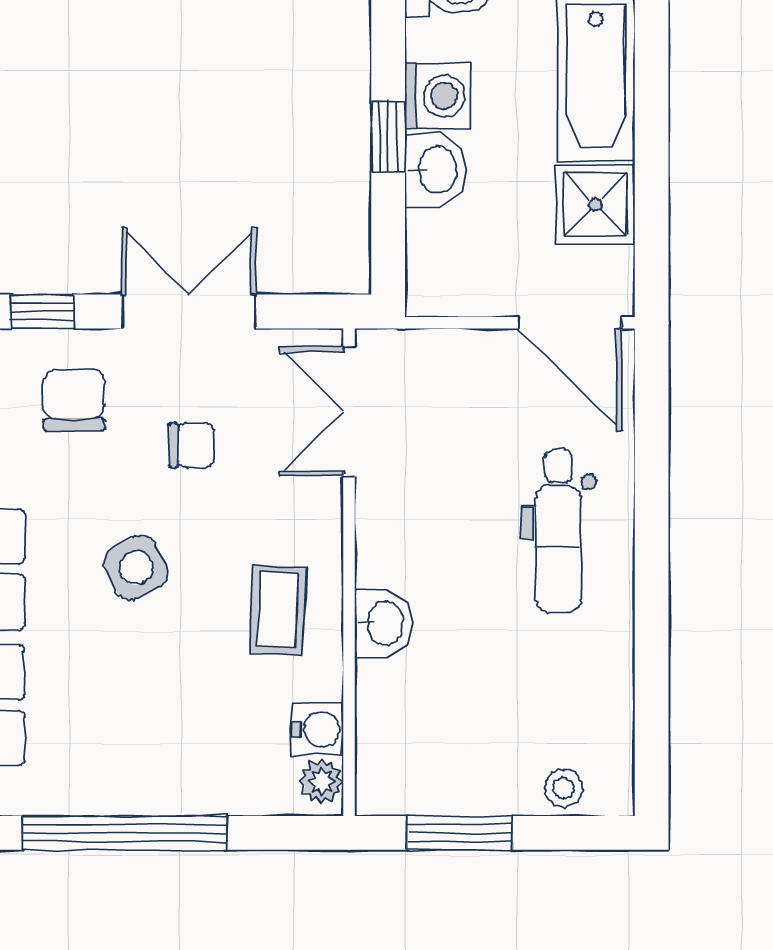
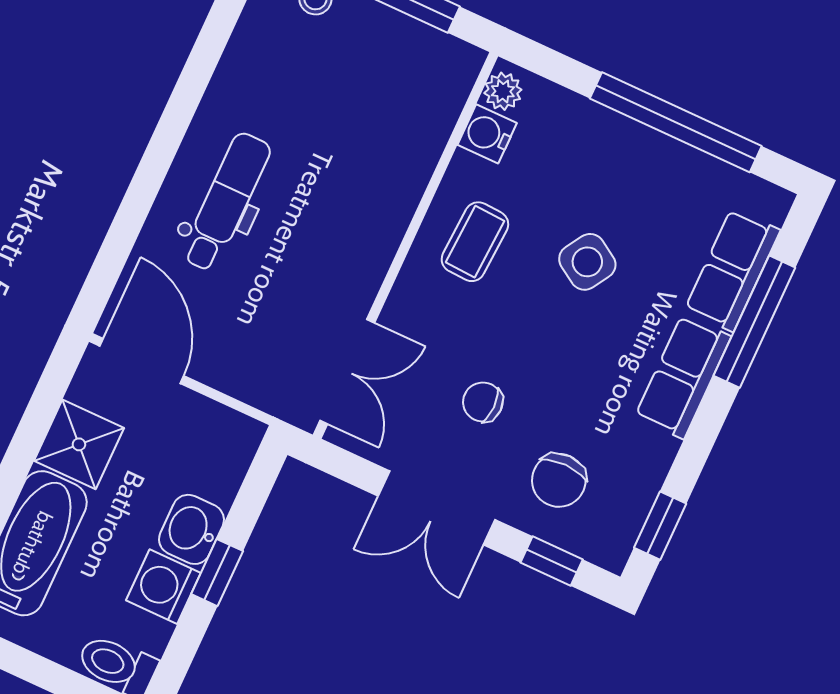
side table: (136, 568) -> (587, 262), moved, turned -31
washbasin: (384, 623) -> (397, 193), removed

